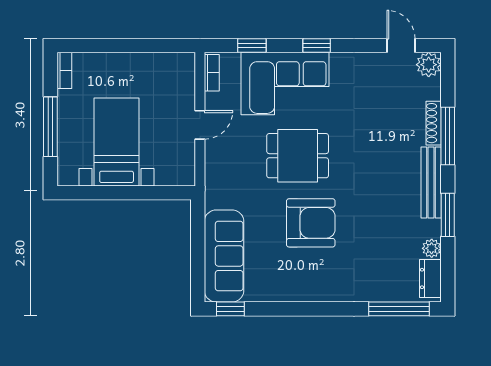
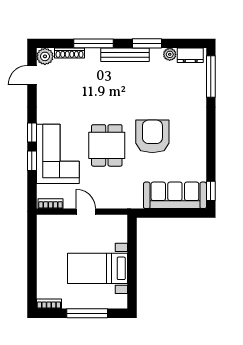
window: (252, 45) -> (32, 161), moved
shoe rack: (434, 123) -> (70, 53), moved

